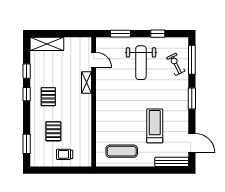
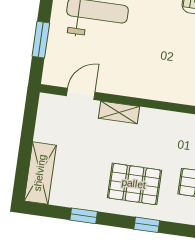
window: (27, 94) -> (147, 225), moved
pallet: (48, 97) -> (134, 184), width x1.50, depth x1.42

